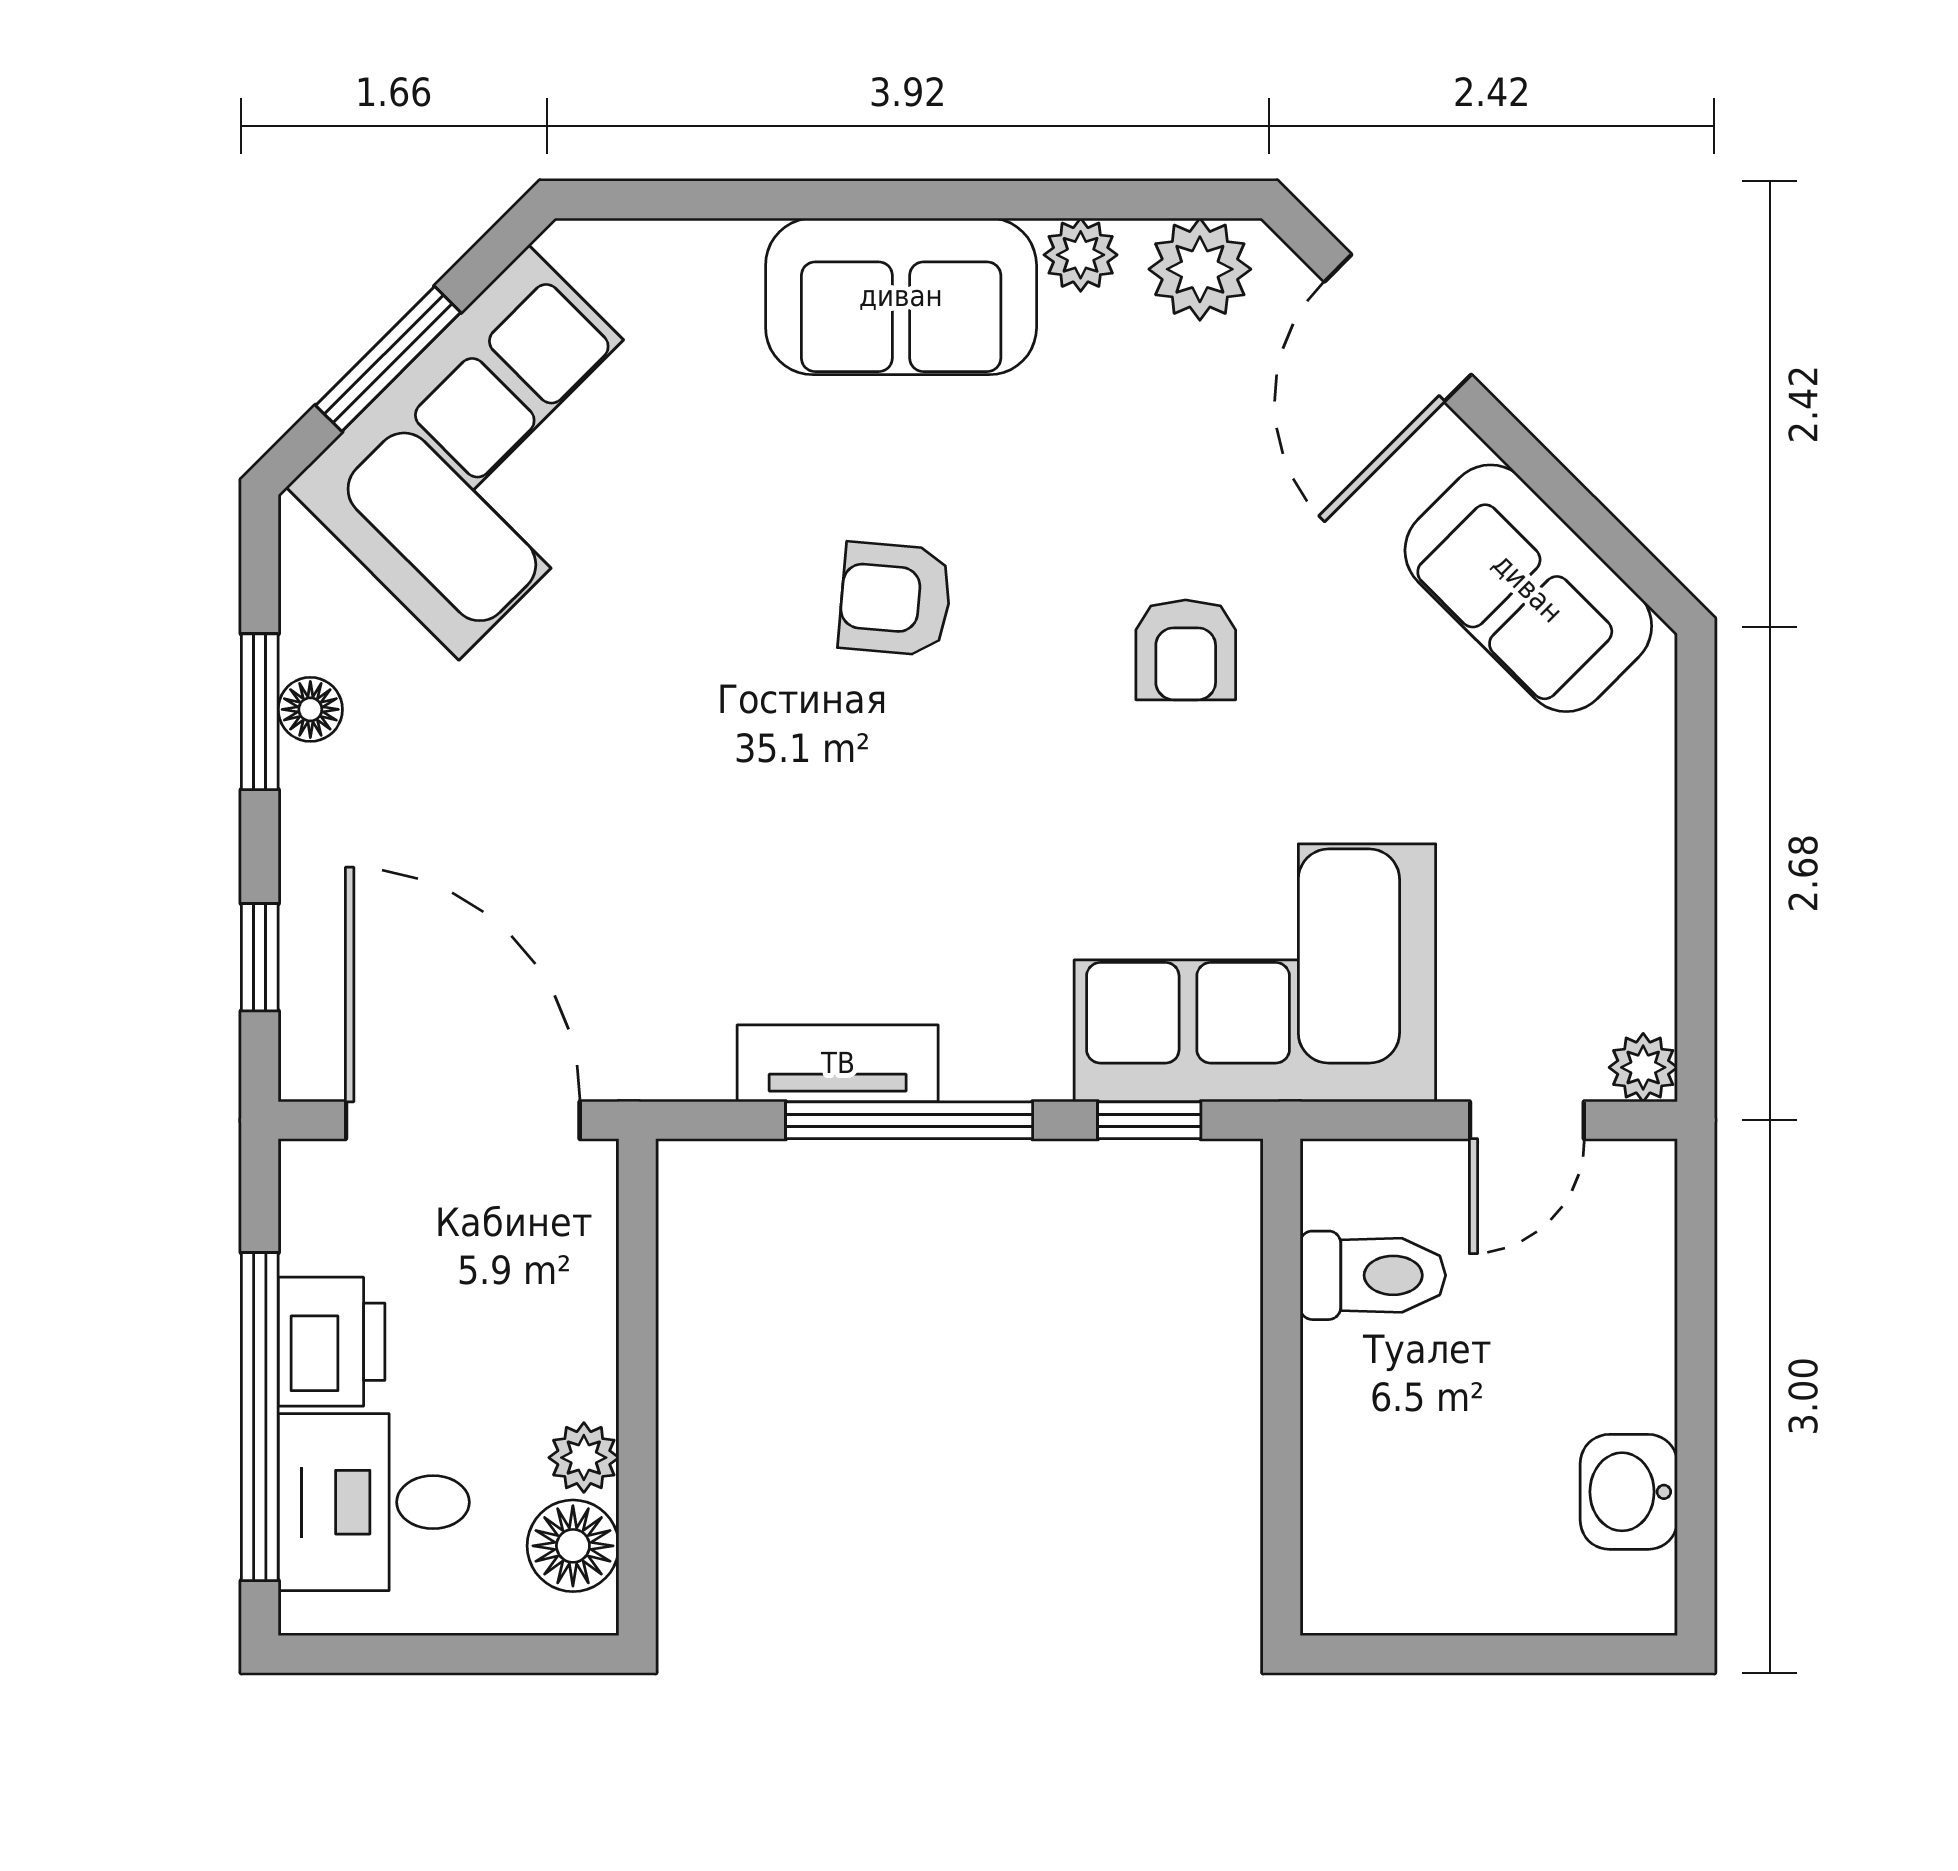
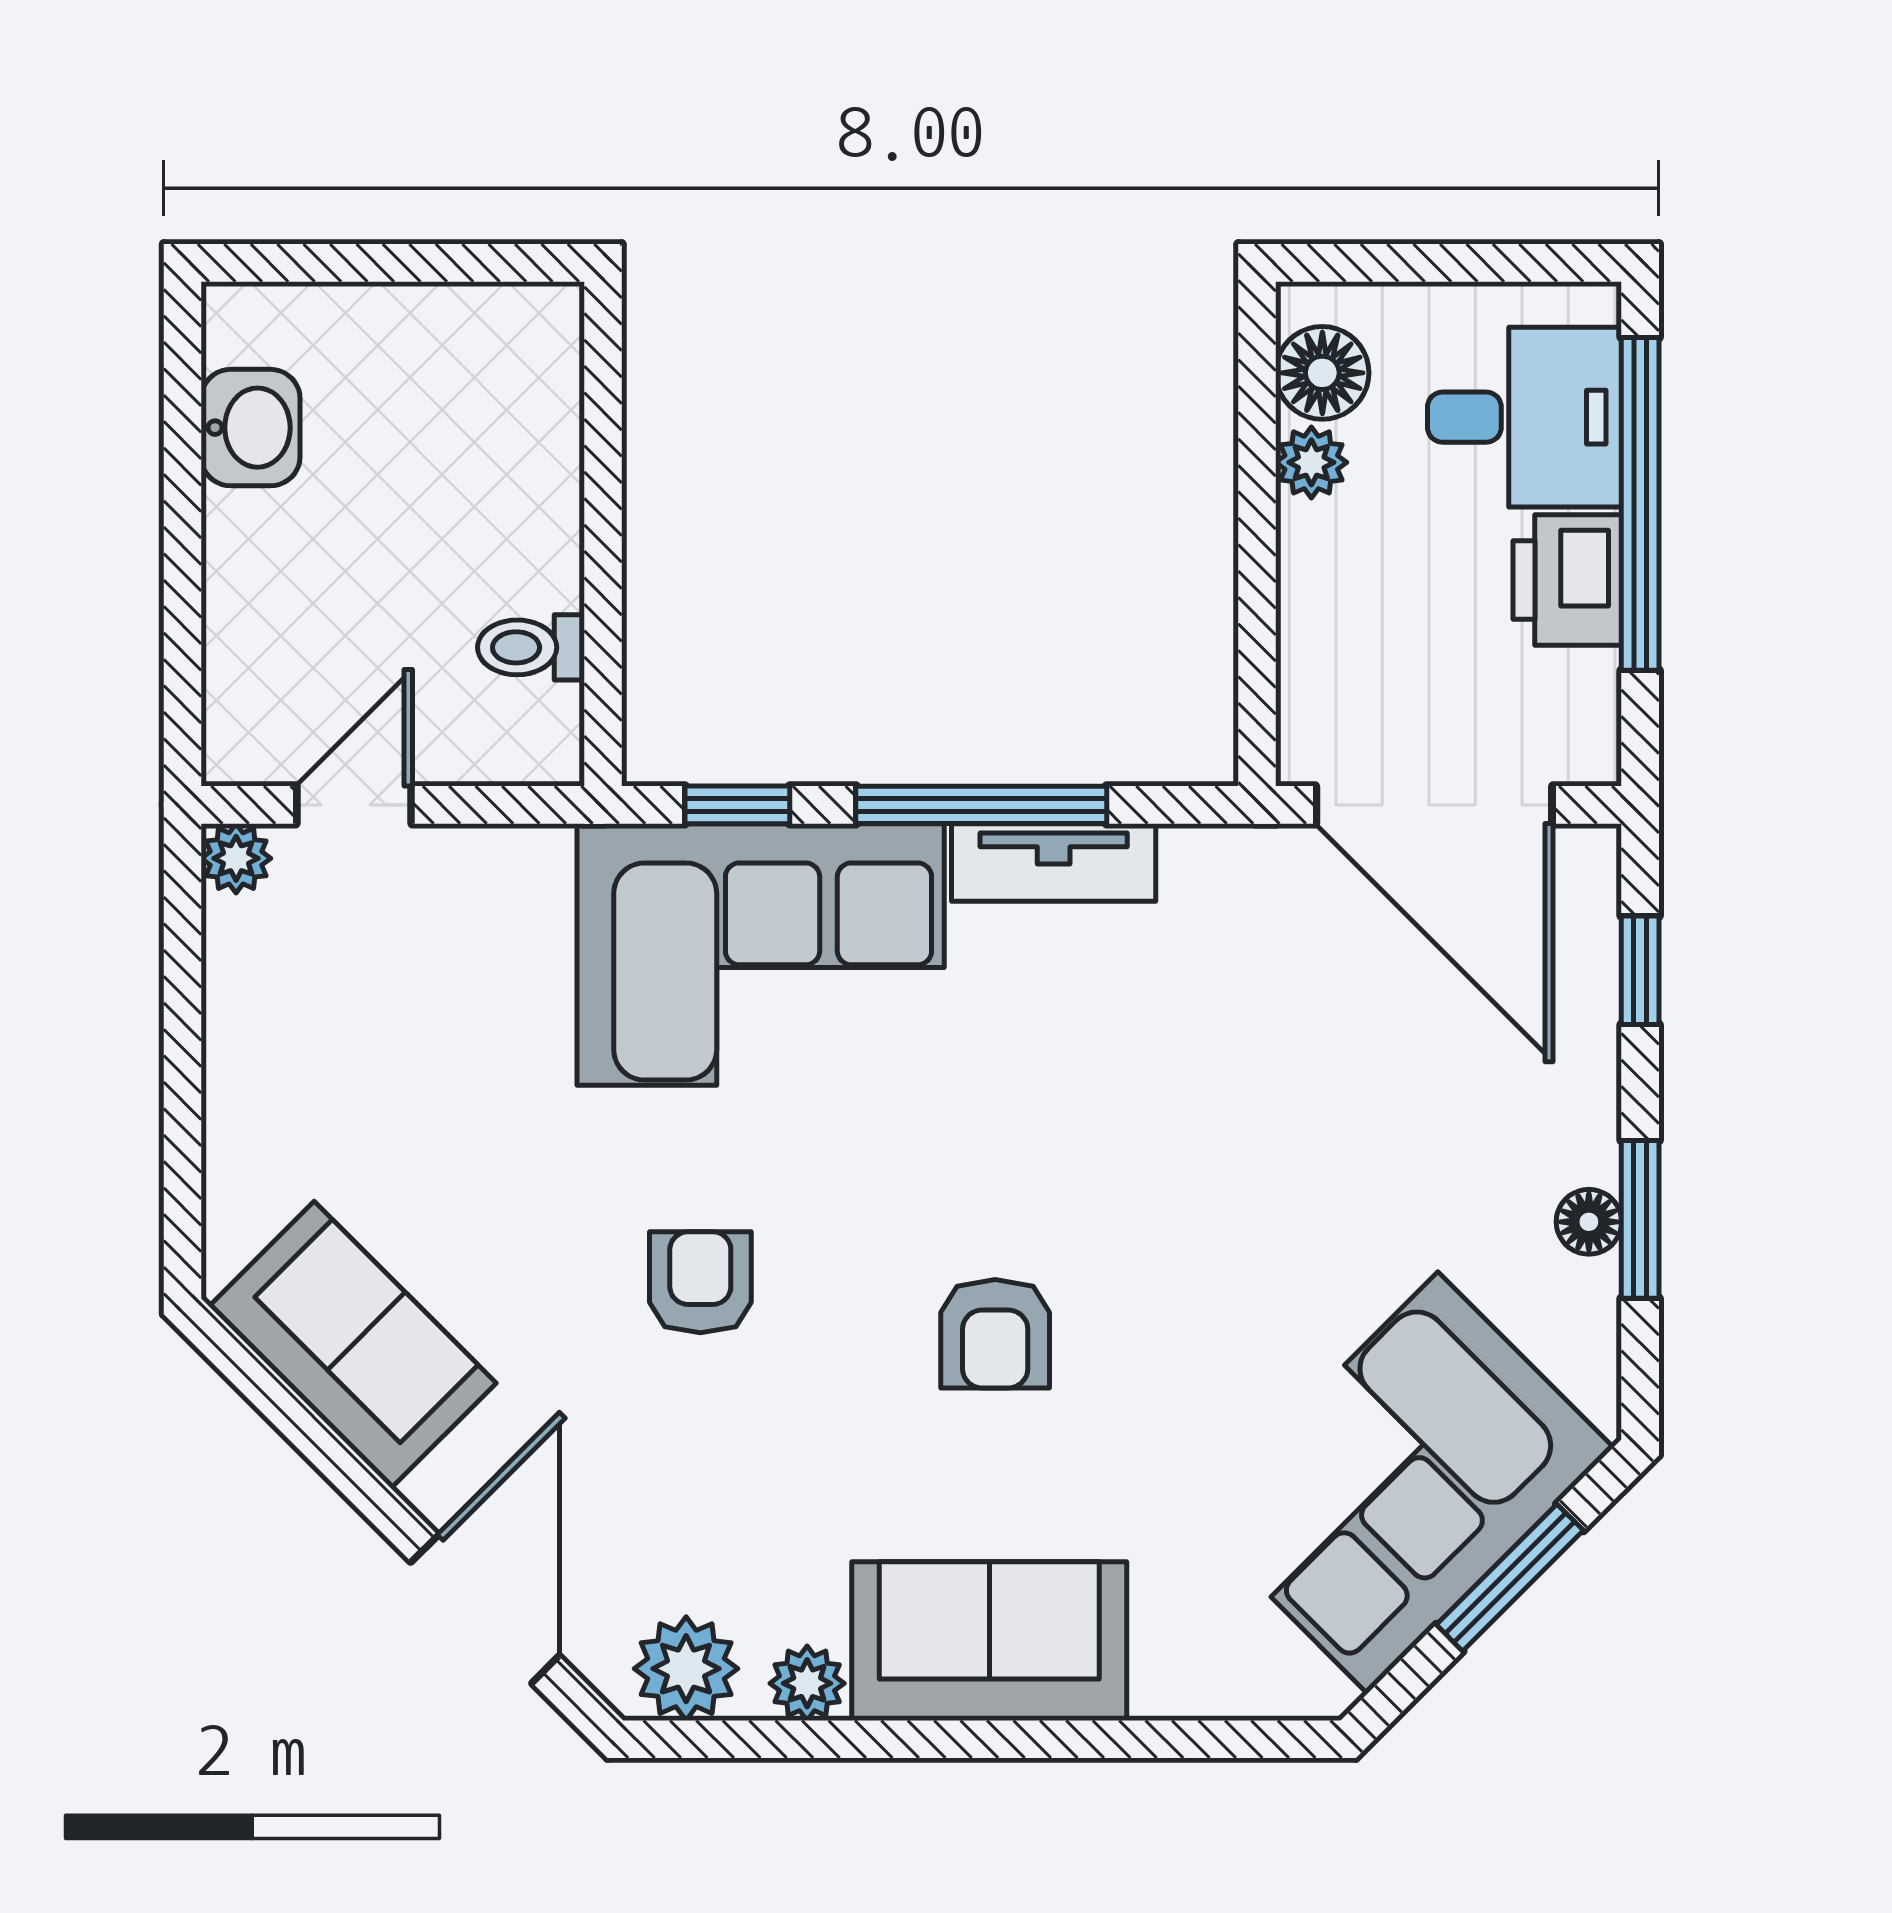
armchair: (895, 599) -> (995, 1334), turned 85
corner sofa: (1255, 973) -> (761, 954), moved
toilet: (1373, 1275) -> (531, 647), width x0.73, depth x0.72

